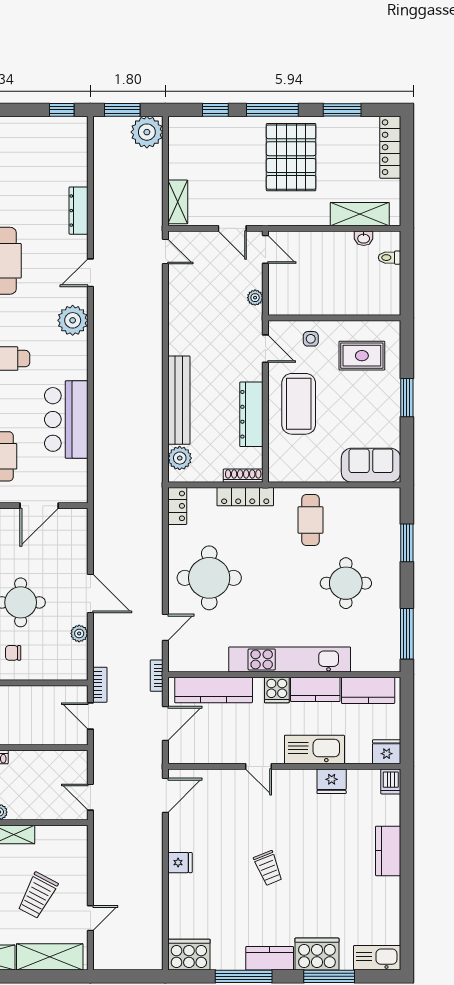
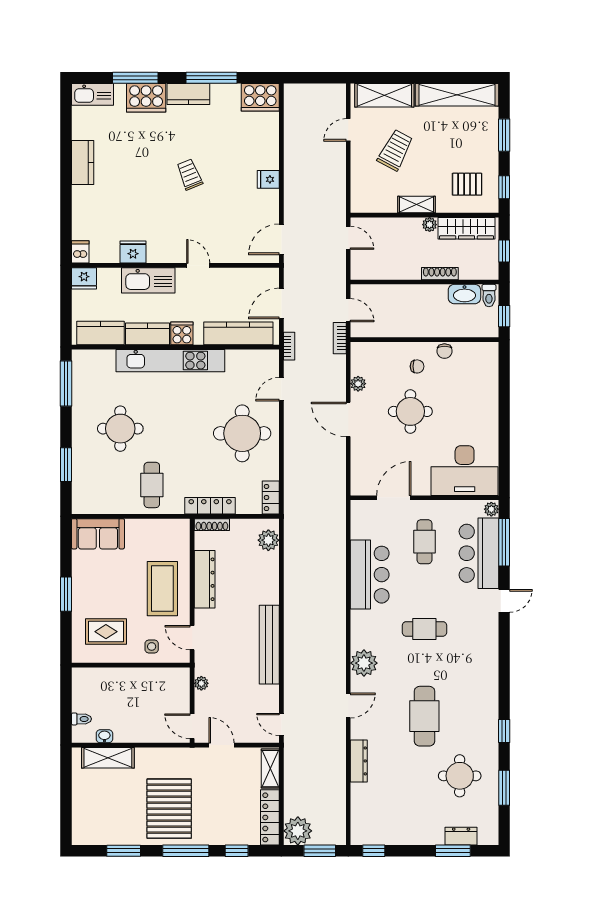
locker: (390, 147) -> (270, 817), moved, turned 180
bench: (179, 400) -> (269, 645), moved
kitchen counter: (388, 851) -> (83, 162), moved

